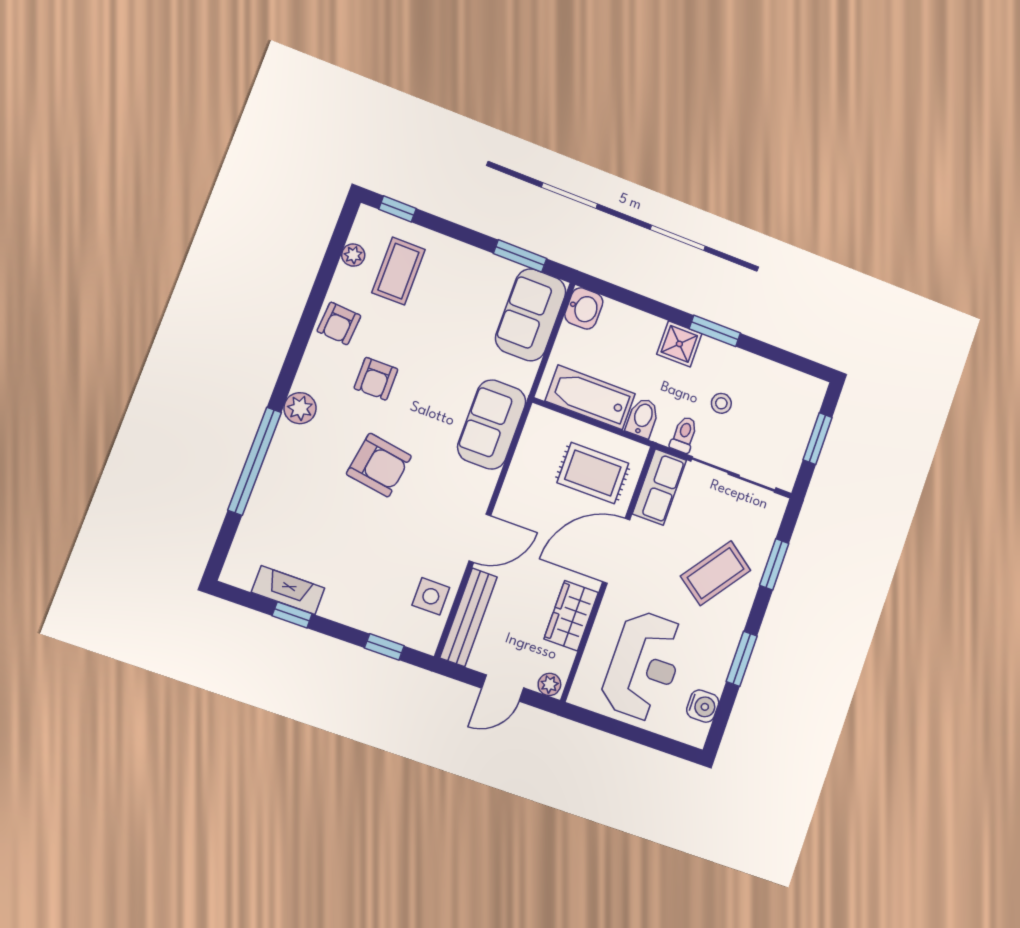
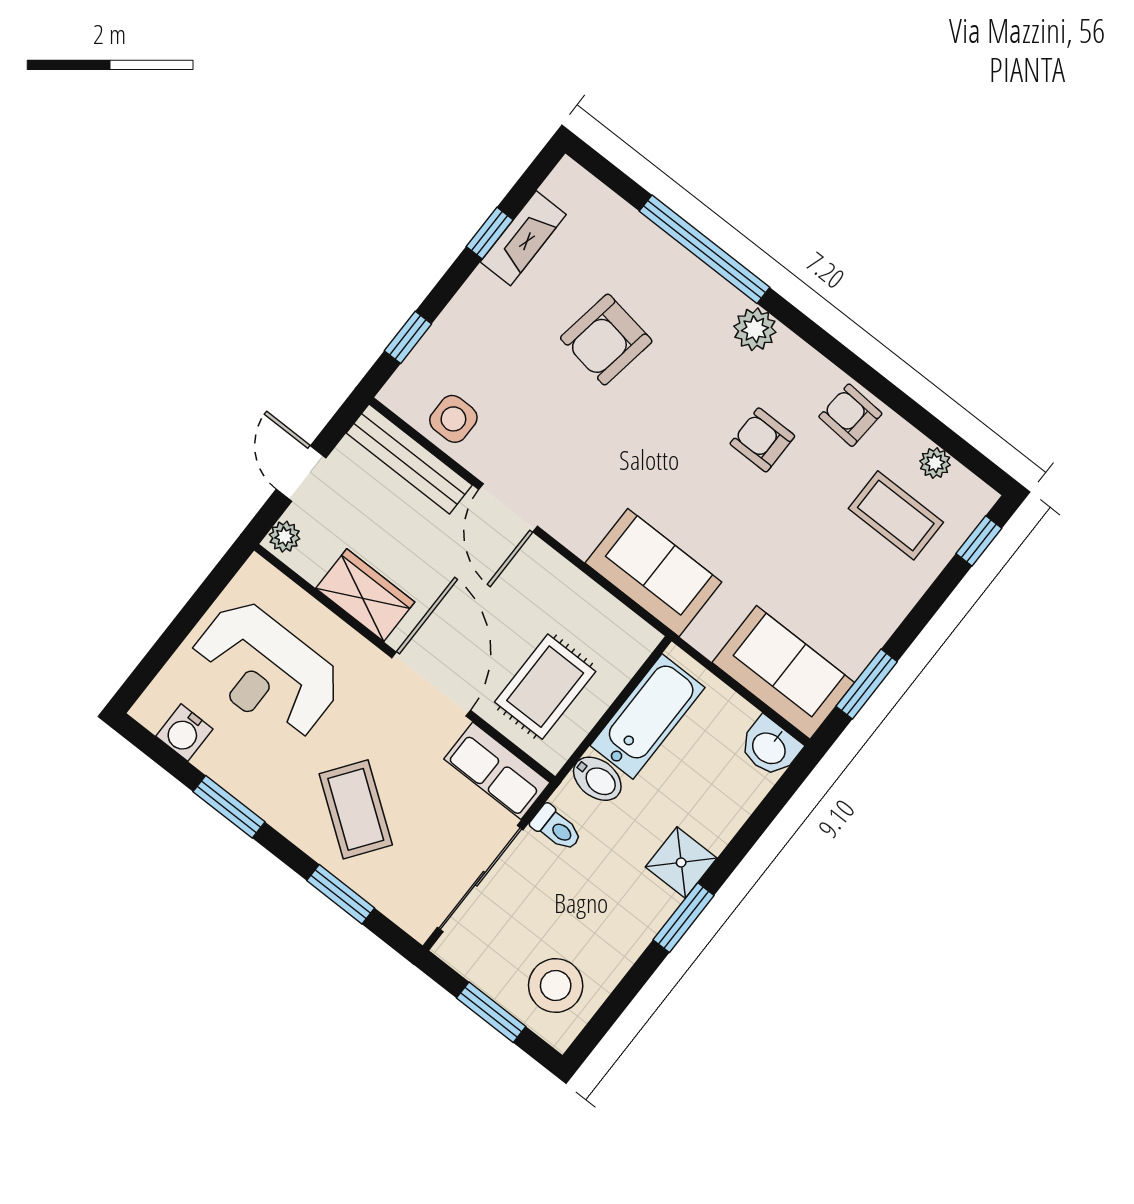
stool: (721, 403) -> (556, 985), moved, width x1.89, depth x1.89
armchair: (379, 465) -> (606, 340), moved

